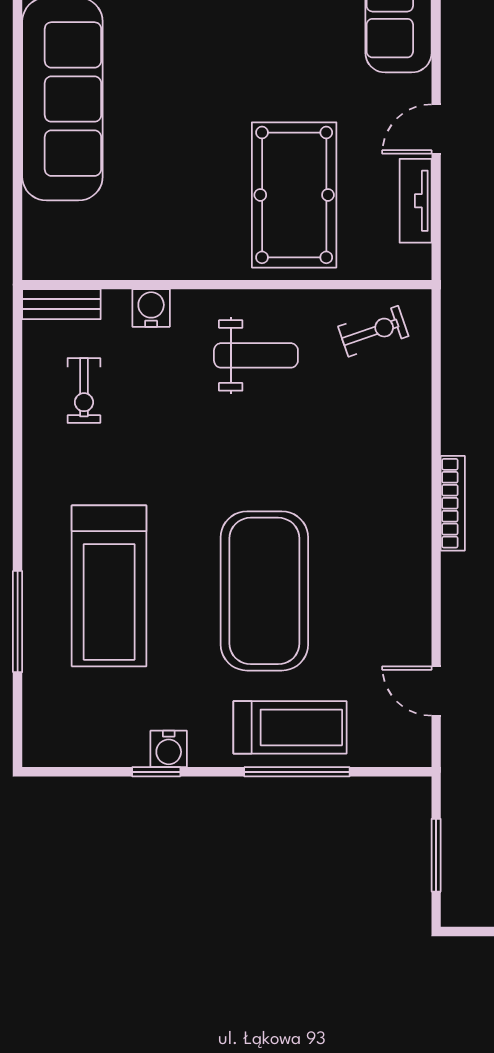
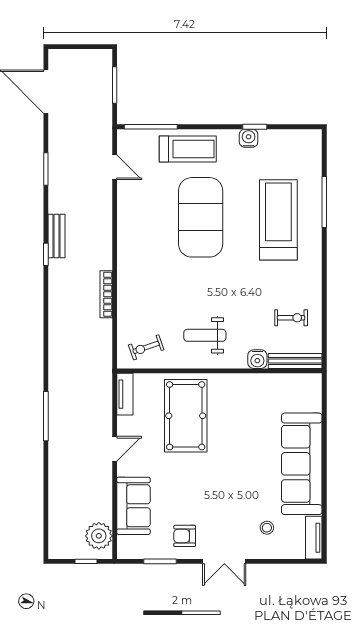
tv unit: (416, 201) -> (125, 394), moved
bench: (61, 304) -> (295, 361), width x1.36
exercise bike: (84, 391) -> (291, 318), turned 90
bookcase: (453, 503) -> (106, 294), moved
treadmill: (290, 727) -> (188, 149), turned 180
window: (297, 772) -> (151, 127), moved

